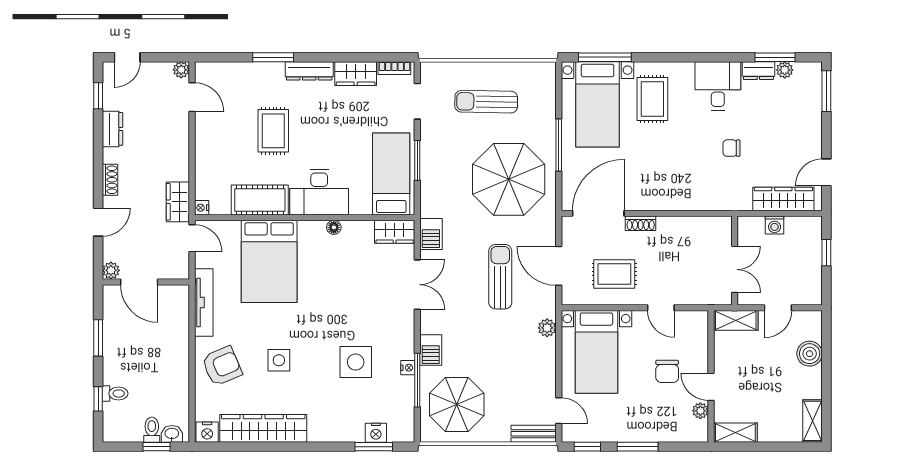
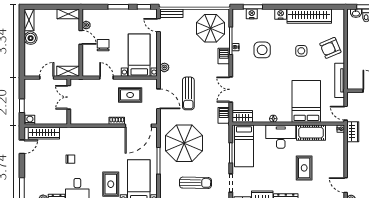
washing machine: (774, 225) -> (30, 120), moved
boiler: (810, 354) -> (31, 38), moved
nightstand: (207, 432) -> (281, 14), moved

